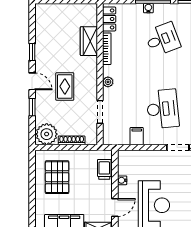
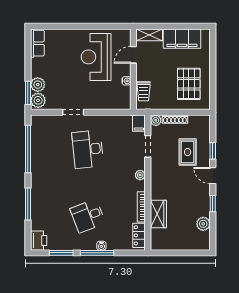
plant: (42, 31) -> (203, 224), added
rug: (65, 86) -> (188, 152), moved
plant: (47, 134) -> (156, 120), moved, width x0.53, depth x0.53
filing cabinet: (137, 136) -> (139, 123), moved

